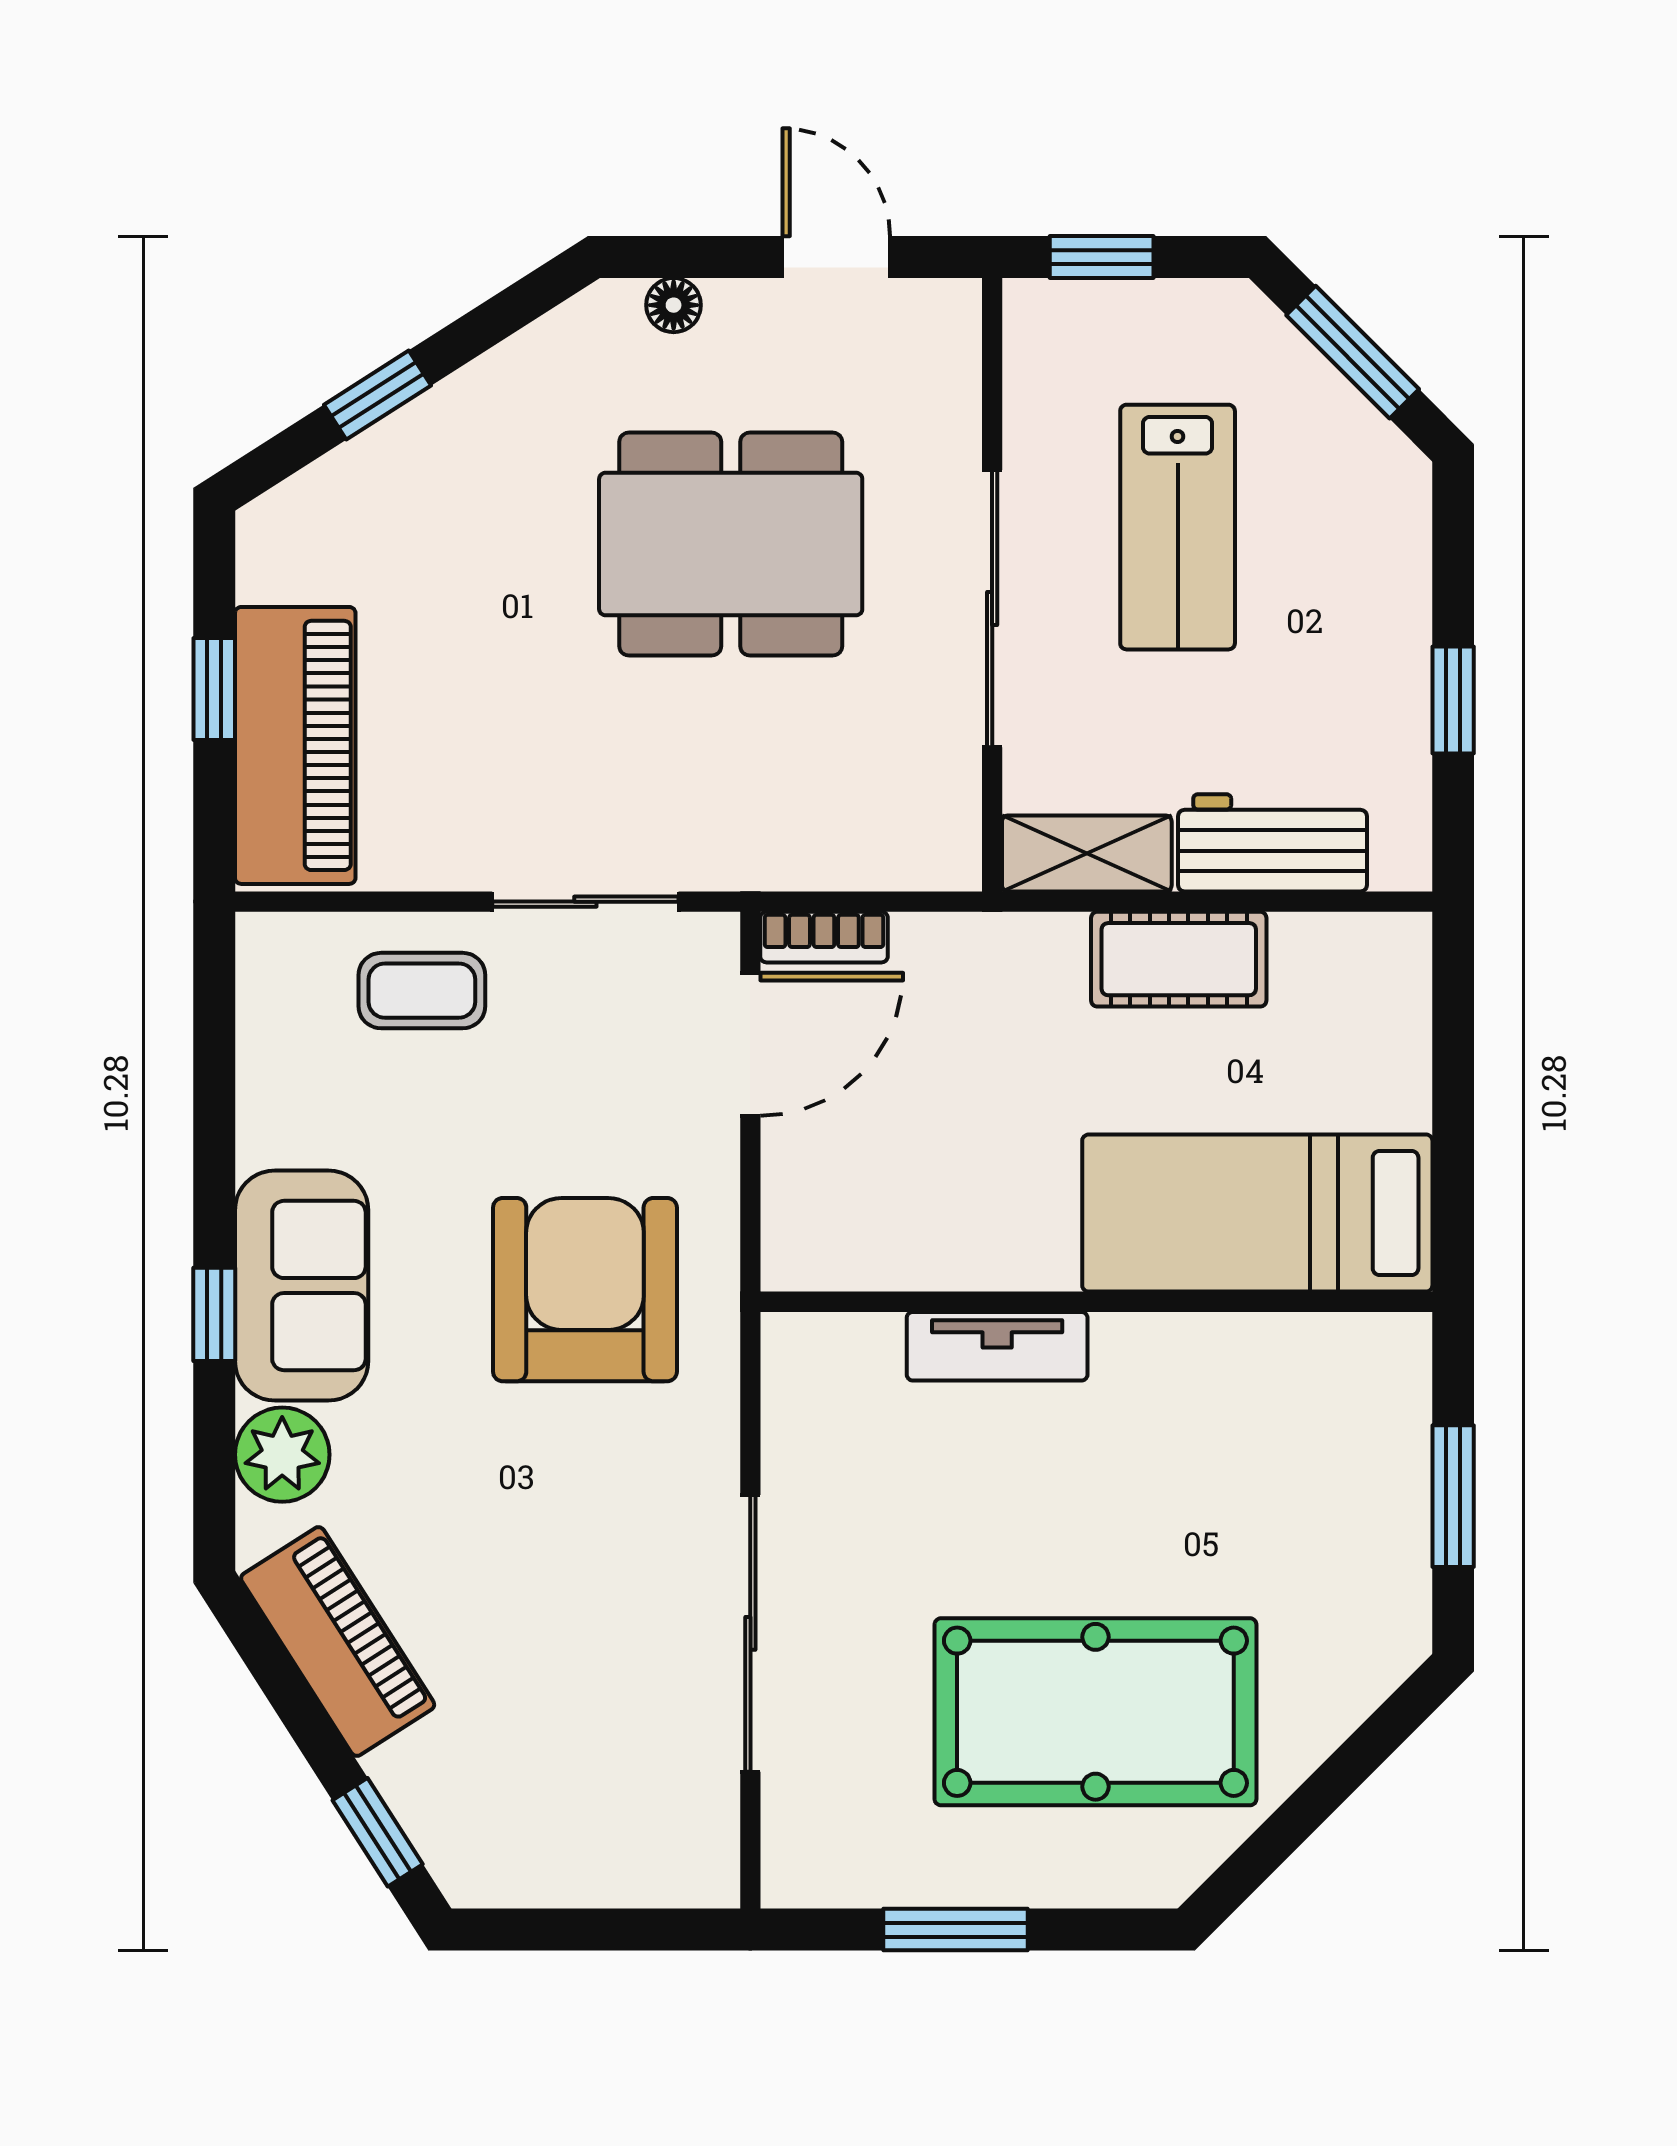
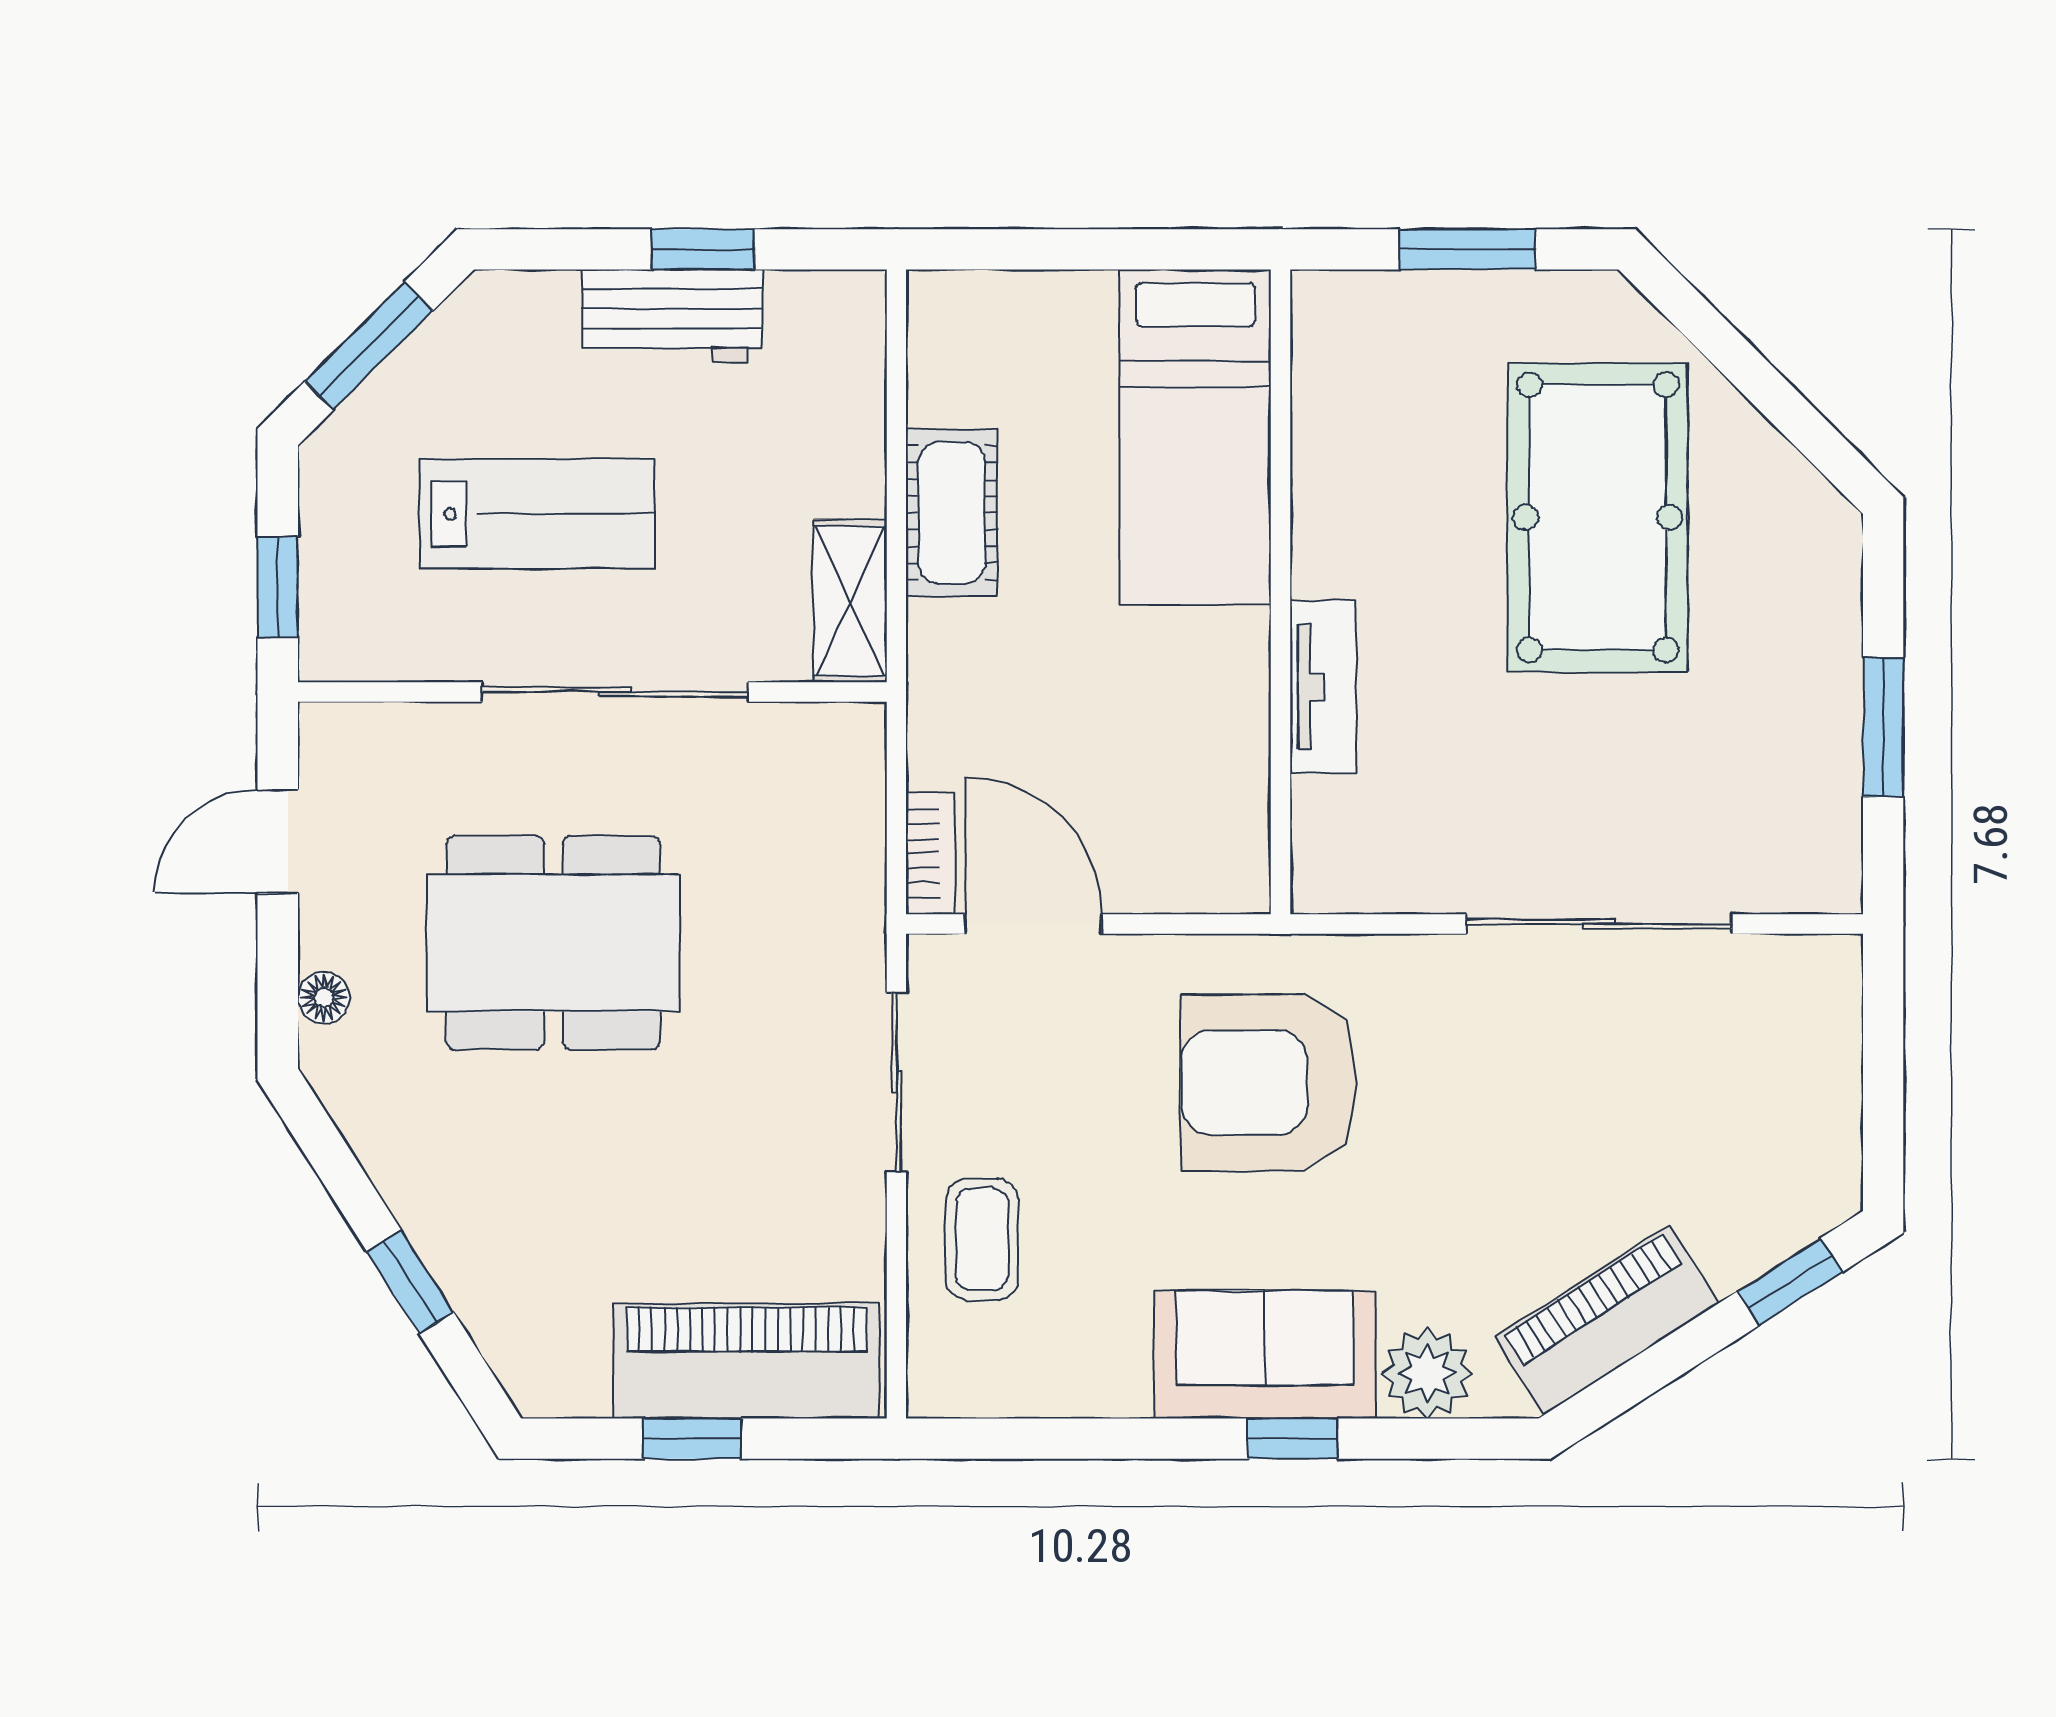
dining table: (731, 544) -> (553, 943), turned 90
workbench: (1272, 843) -> (672, 316), moved, turned -90
pool table: (1095, 1712) -> (1598, 517), moved

